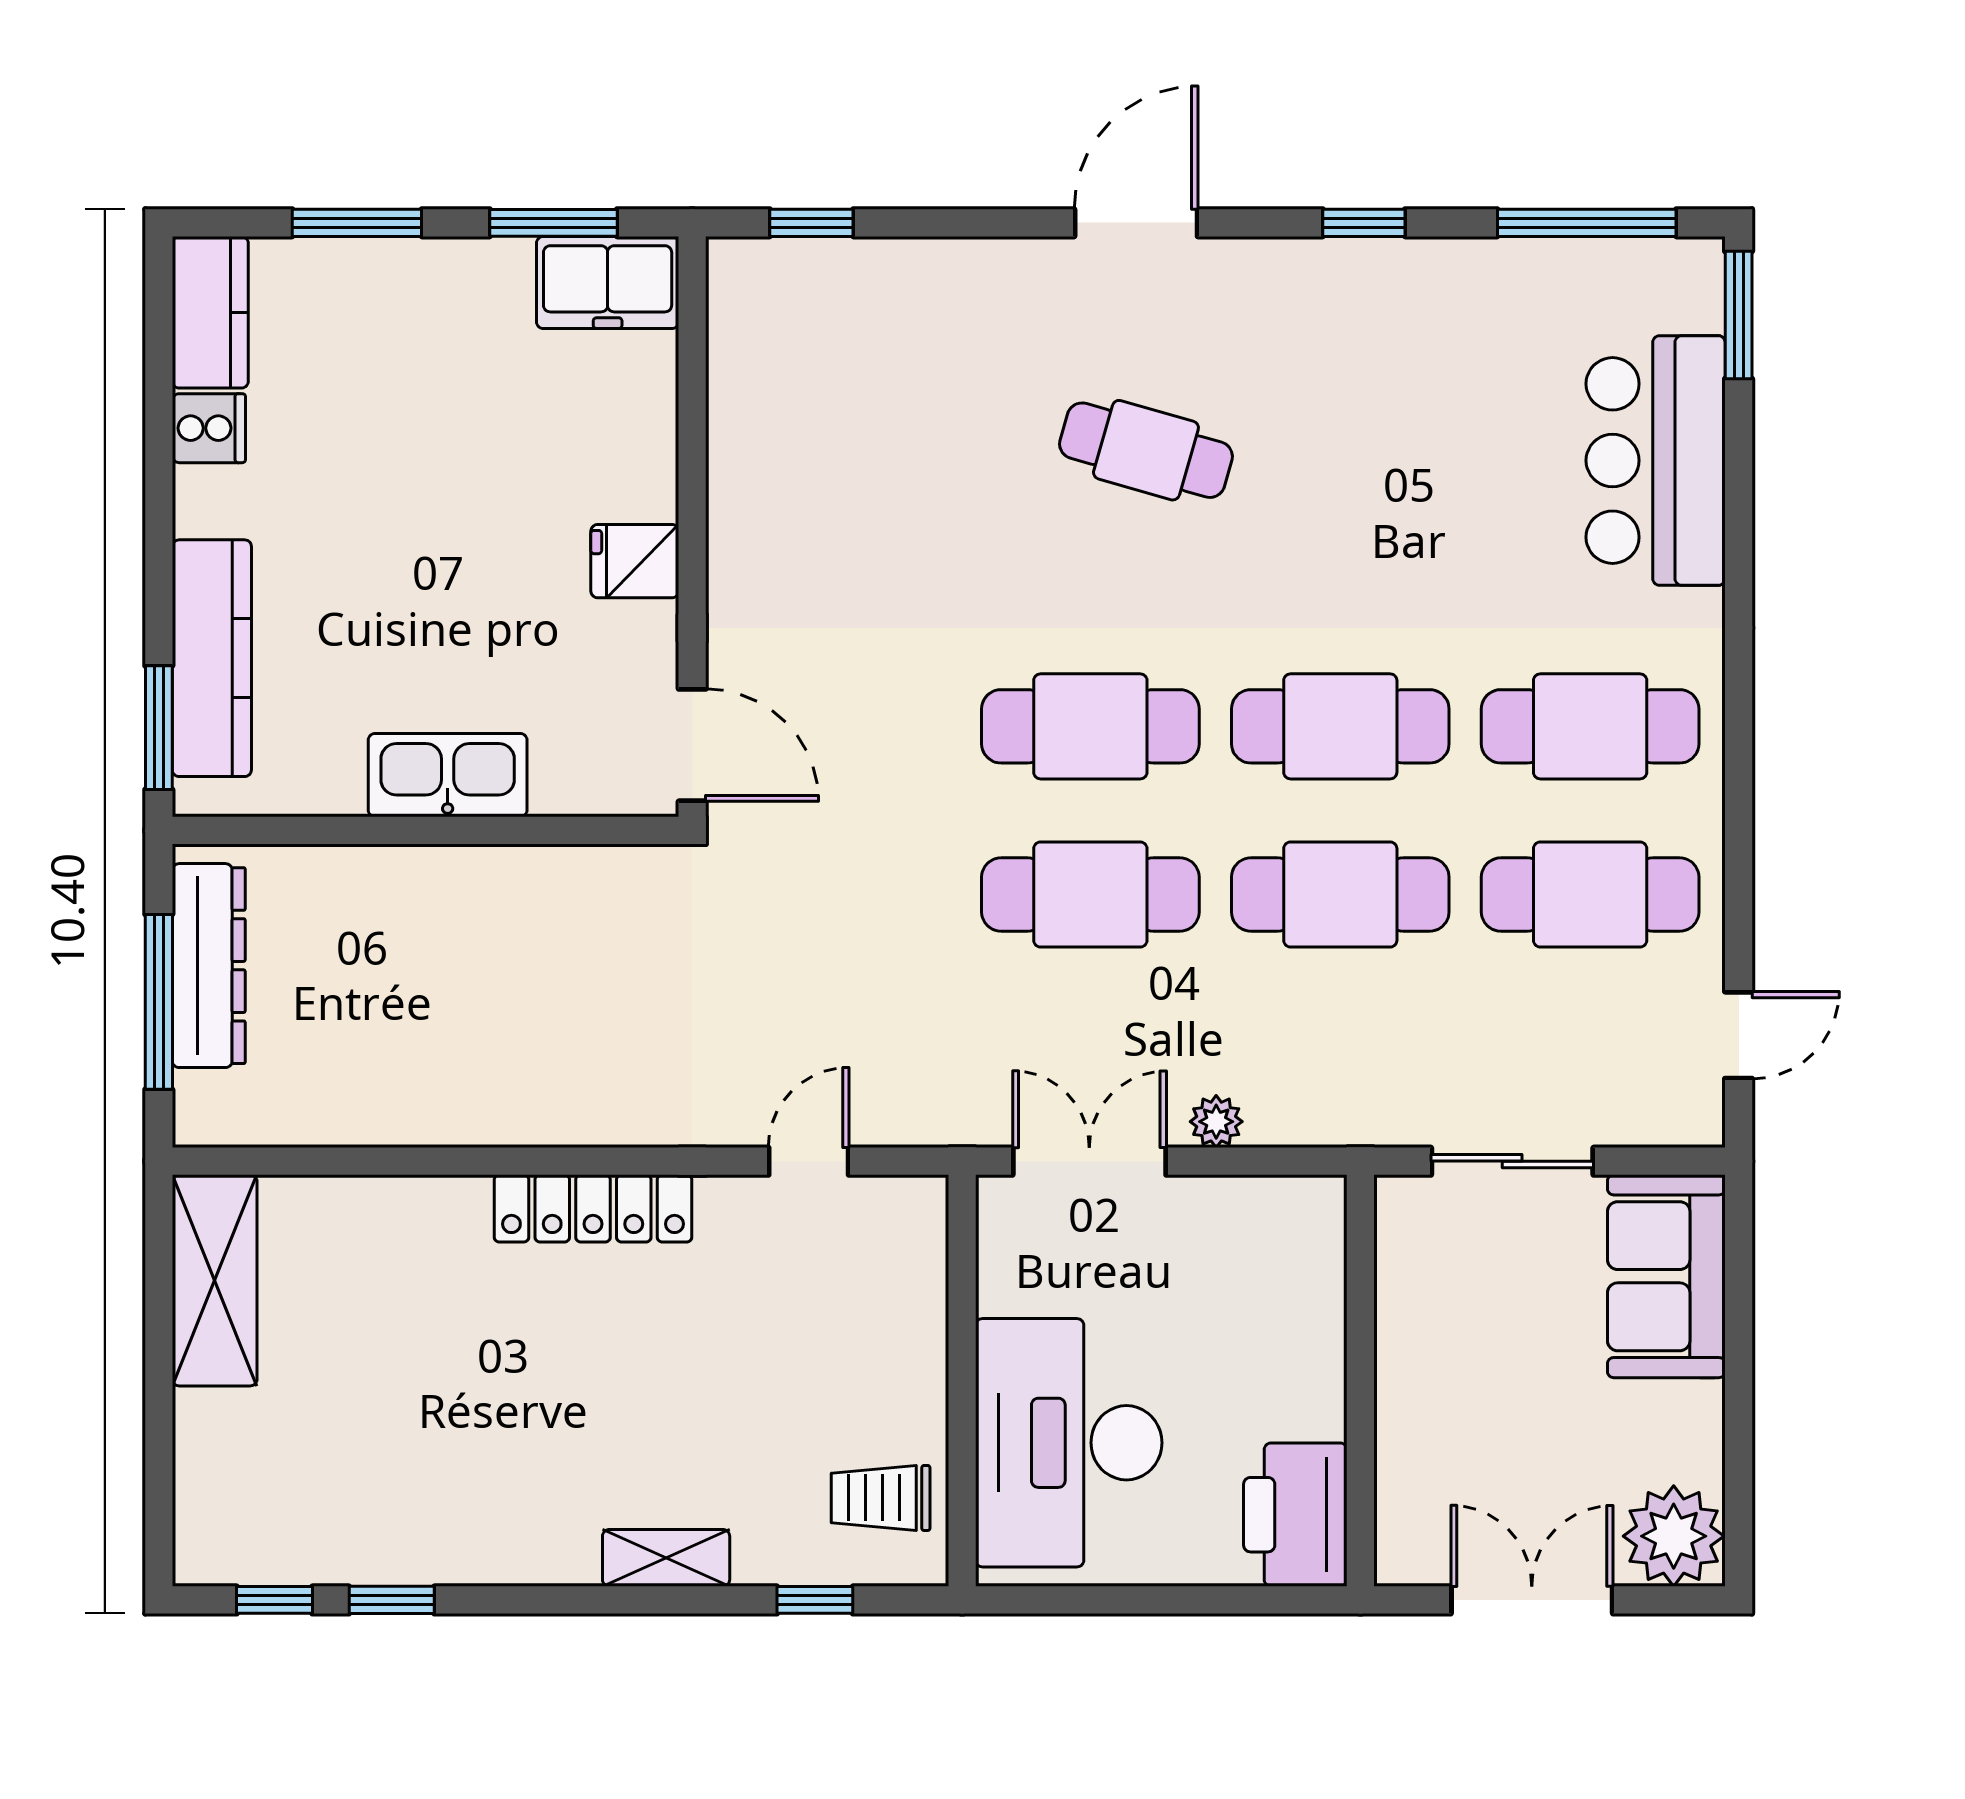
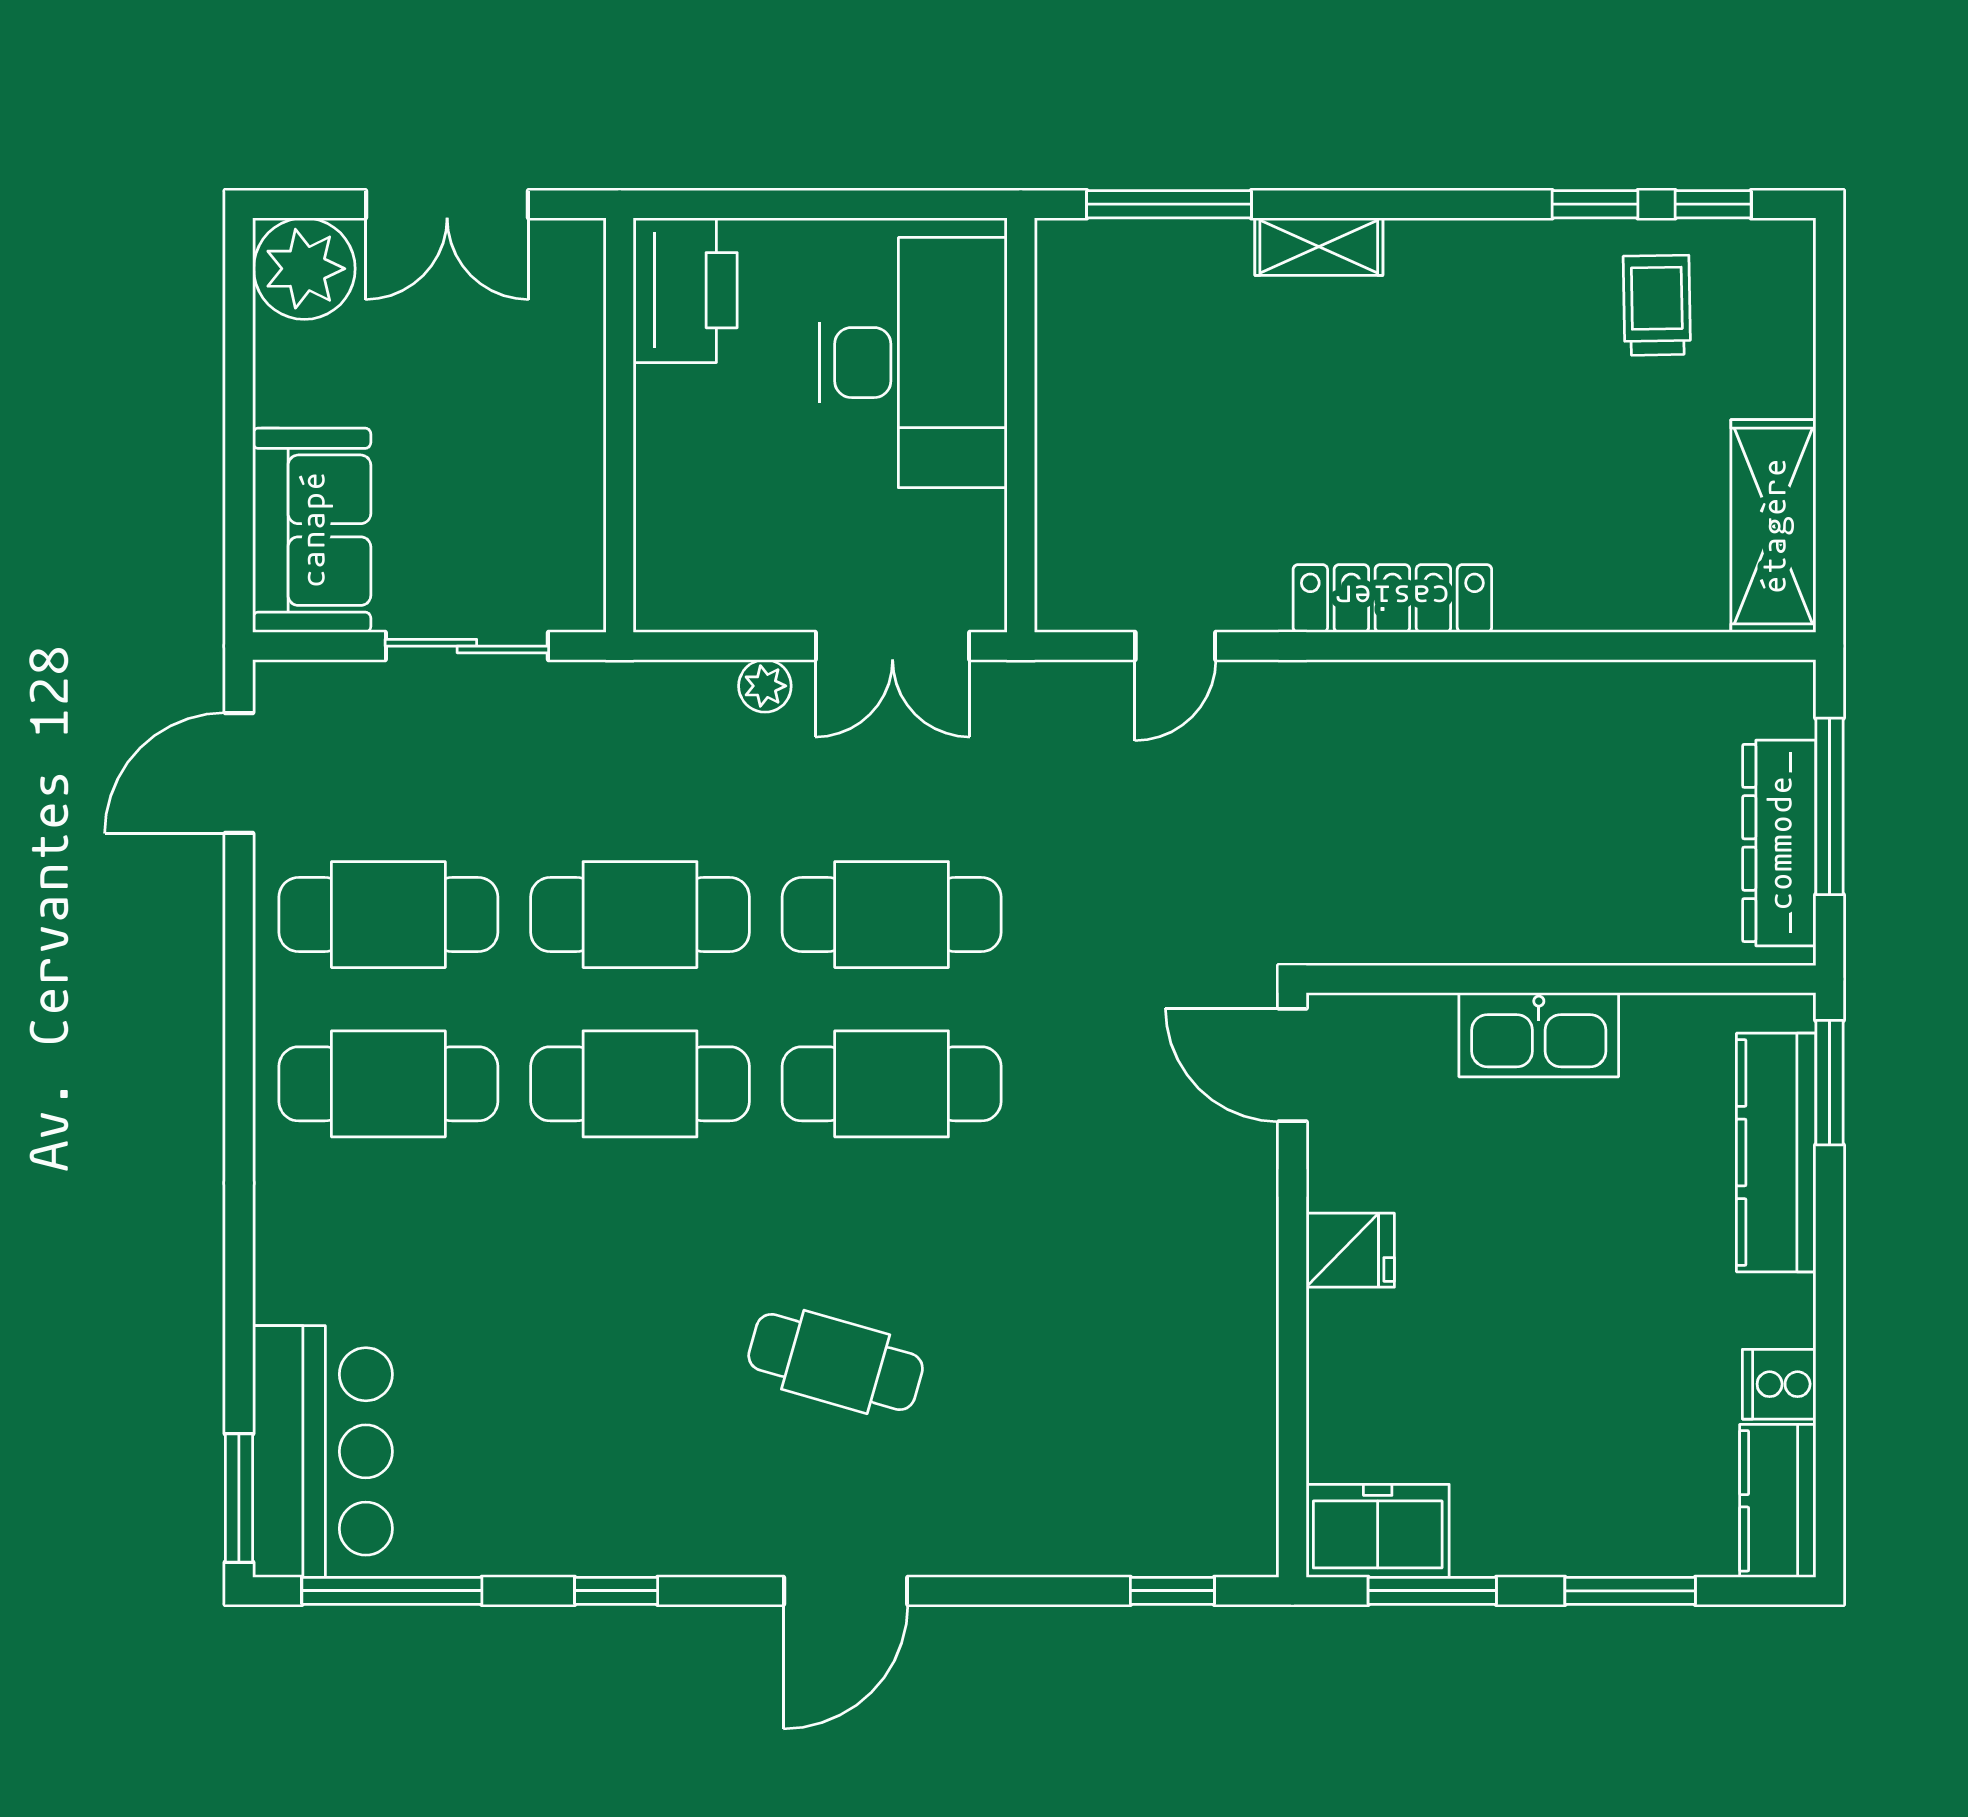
bar counter: (1656, 460) -> (322, 1451), moved
door: (1739, 1035) -> (239, 773), width x1.38
trolley: (881, 1498) -> (1657, 305), moved, turned -91
window: (815, 1600) -> (1169, 204), width x2.17

